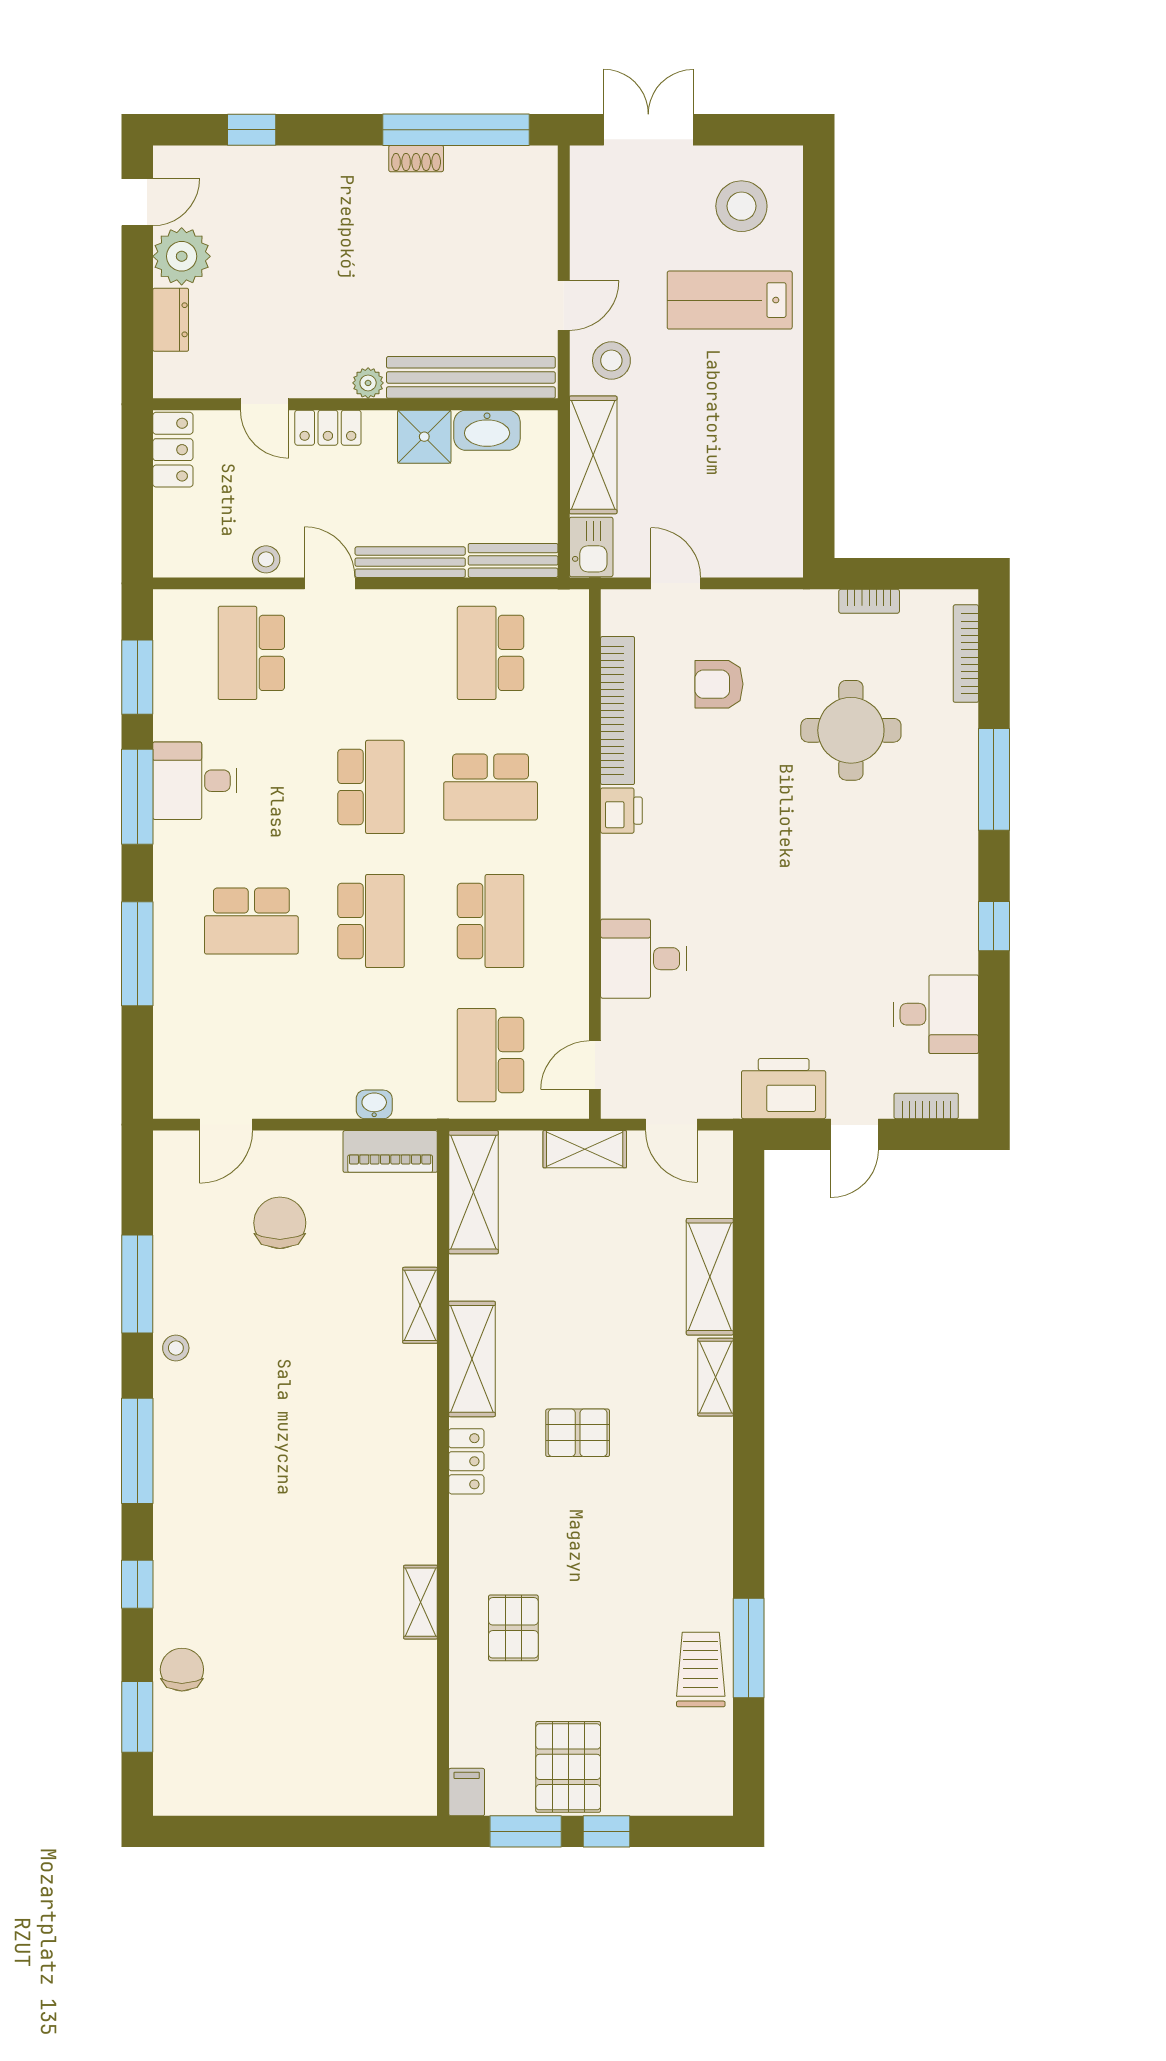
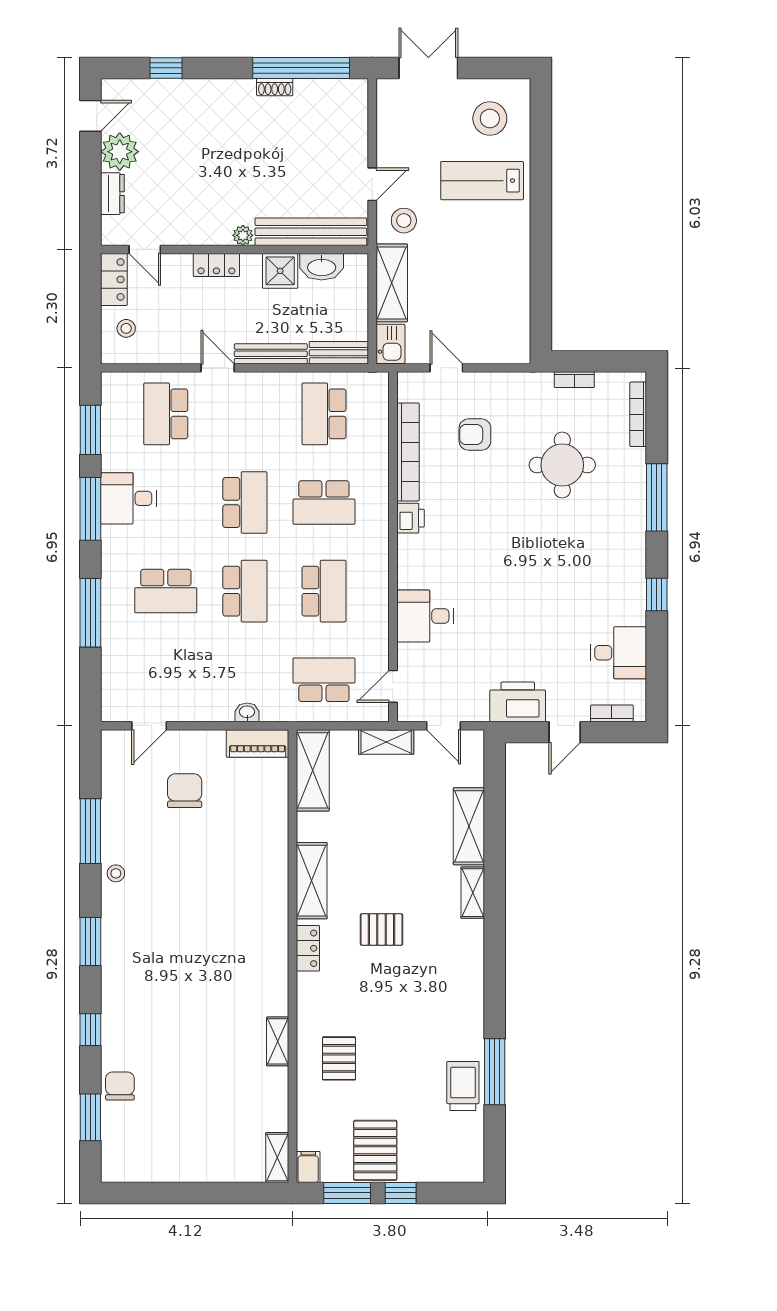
door: (264, 404) -> (145, 249), moved
stool: (266, 559) -> (126, 328), moved
school desk: (491, 1055) -> (324, 680), turned 90
shelving: (420, 1305) -> (277, 1158), moved
window: (137, 1451) -> (90, 941), width x0.69

